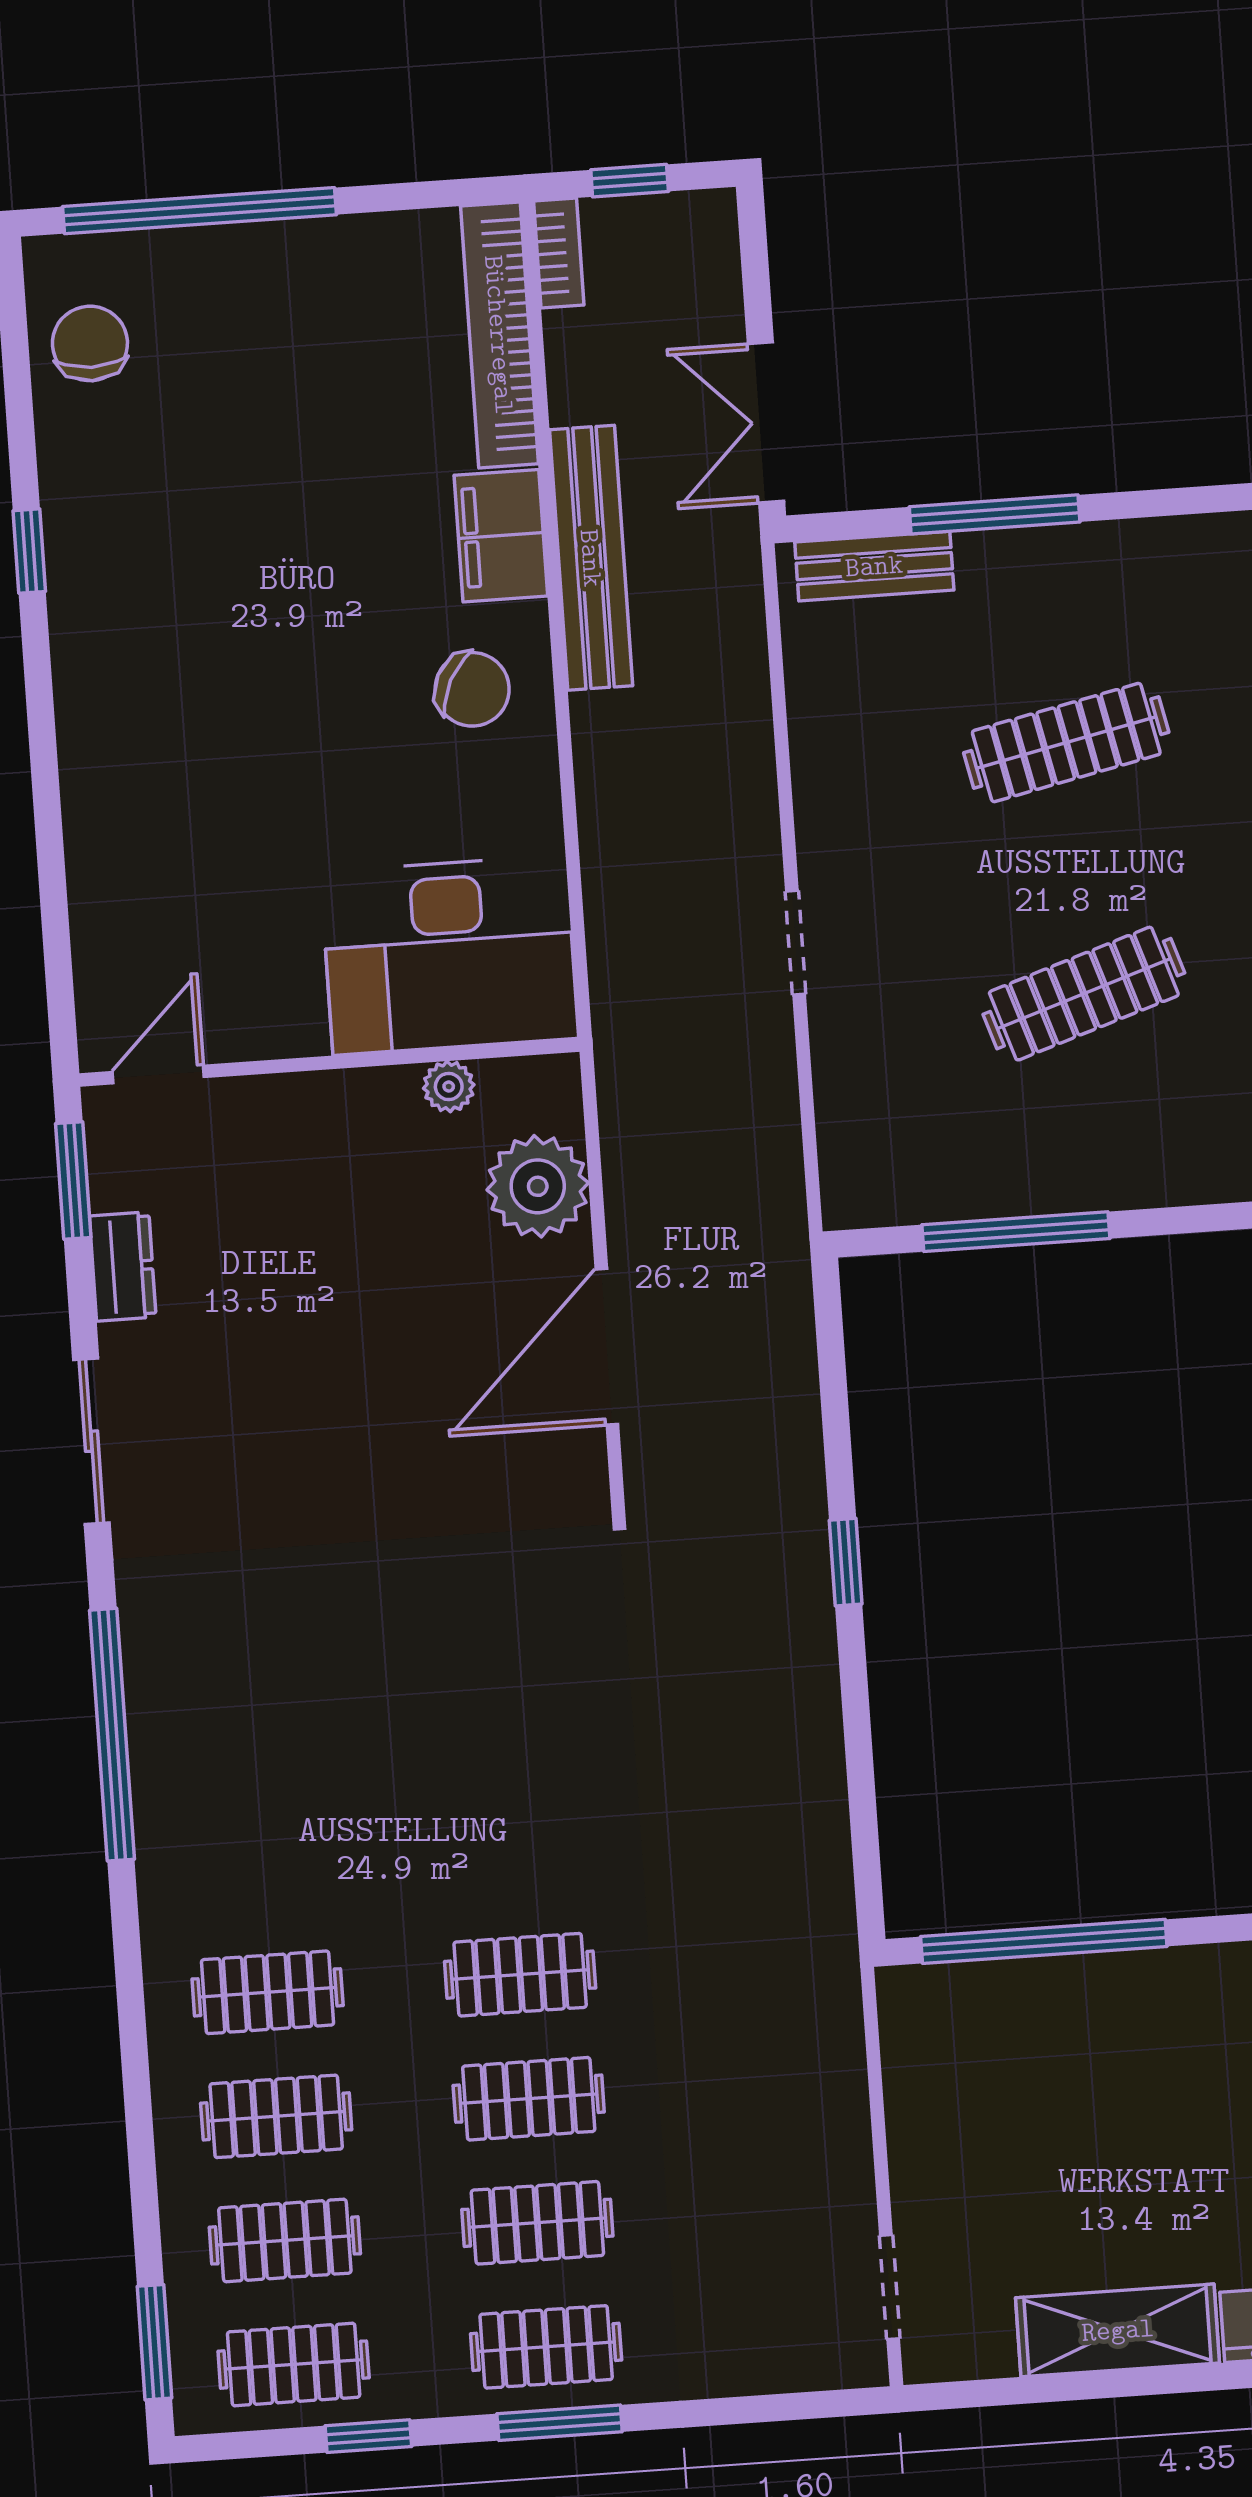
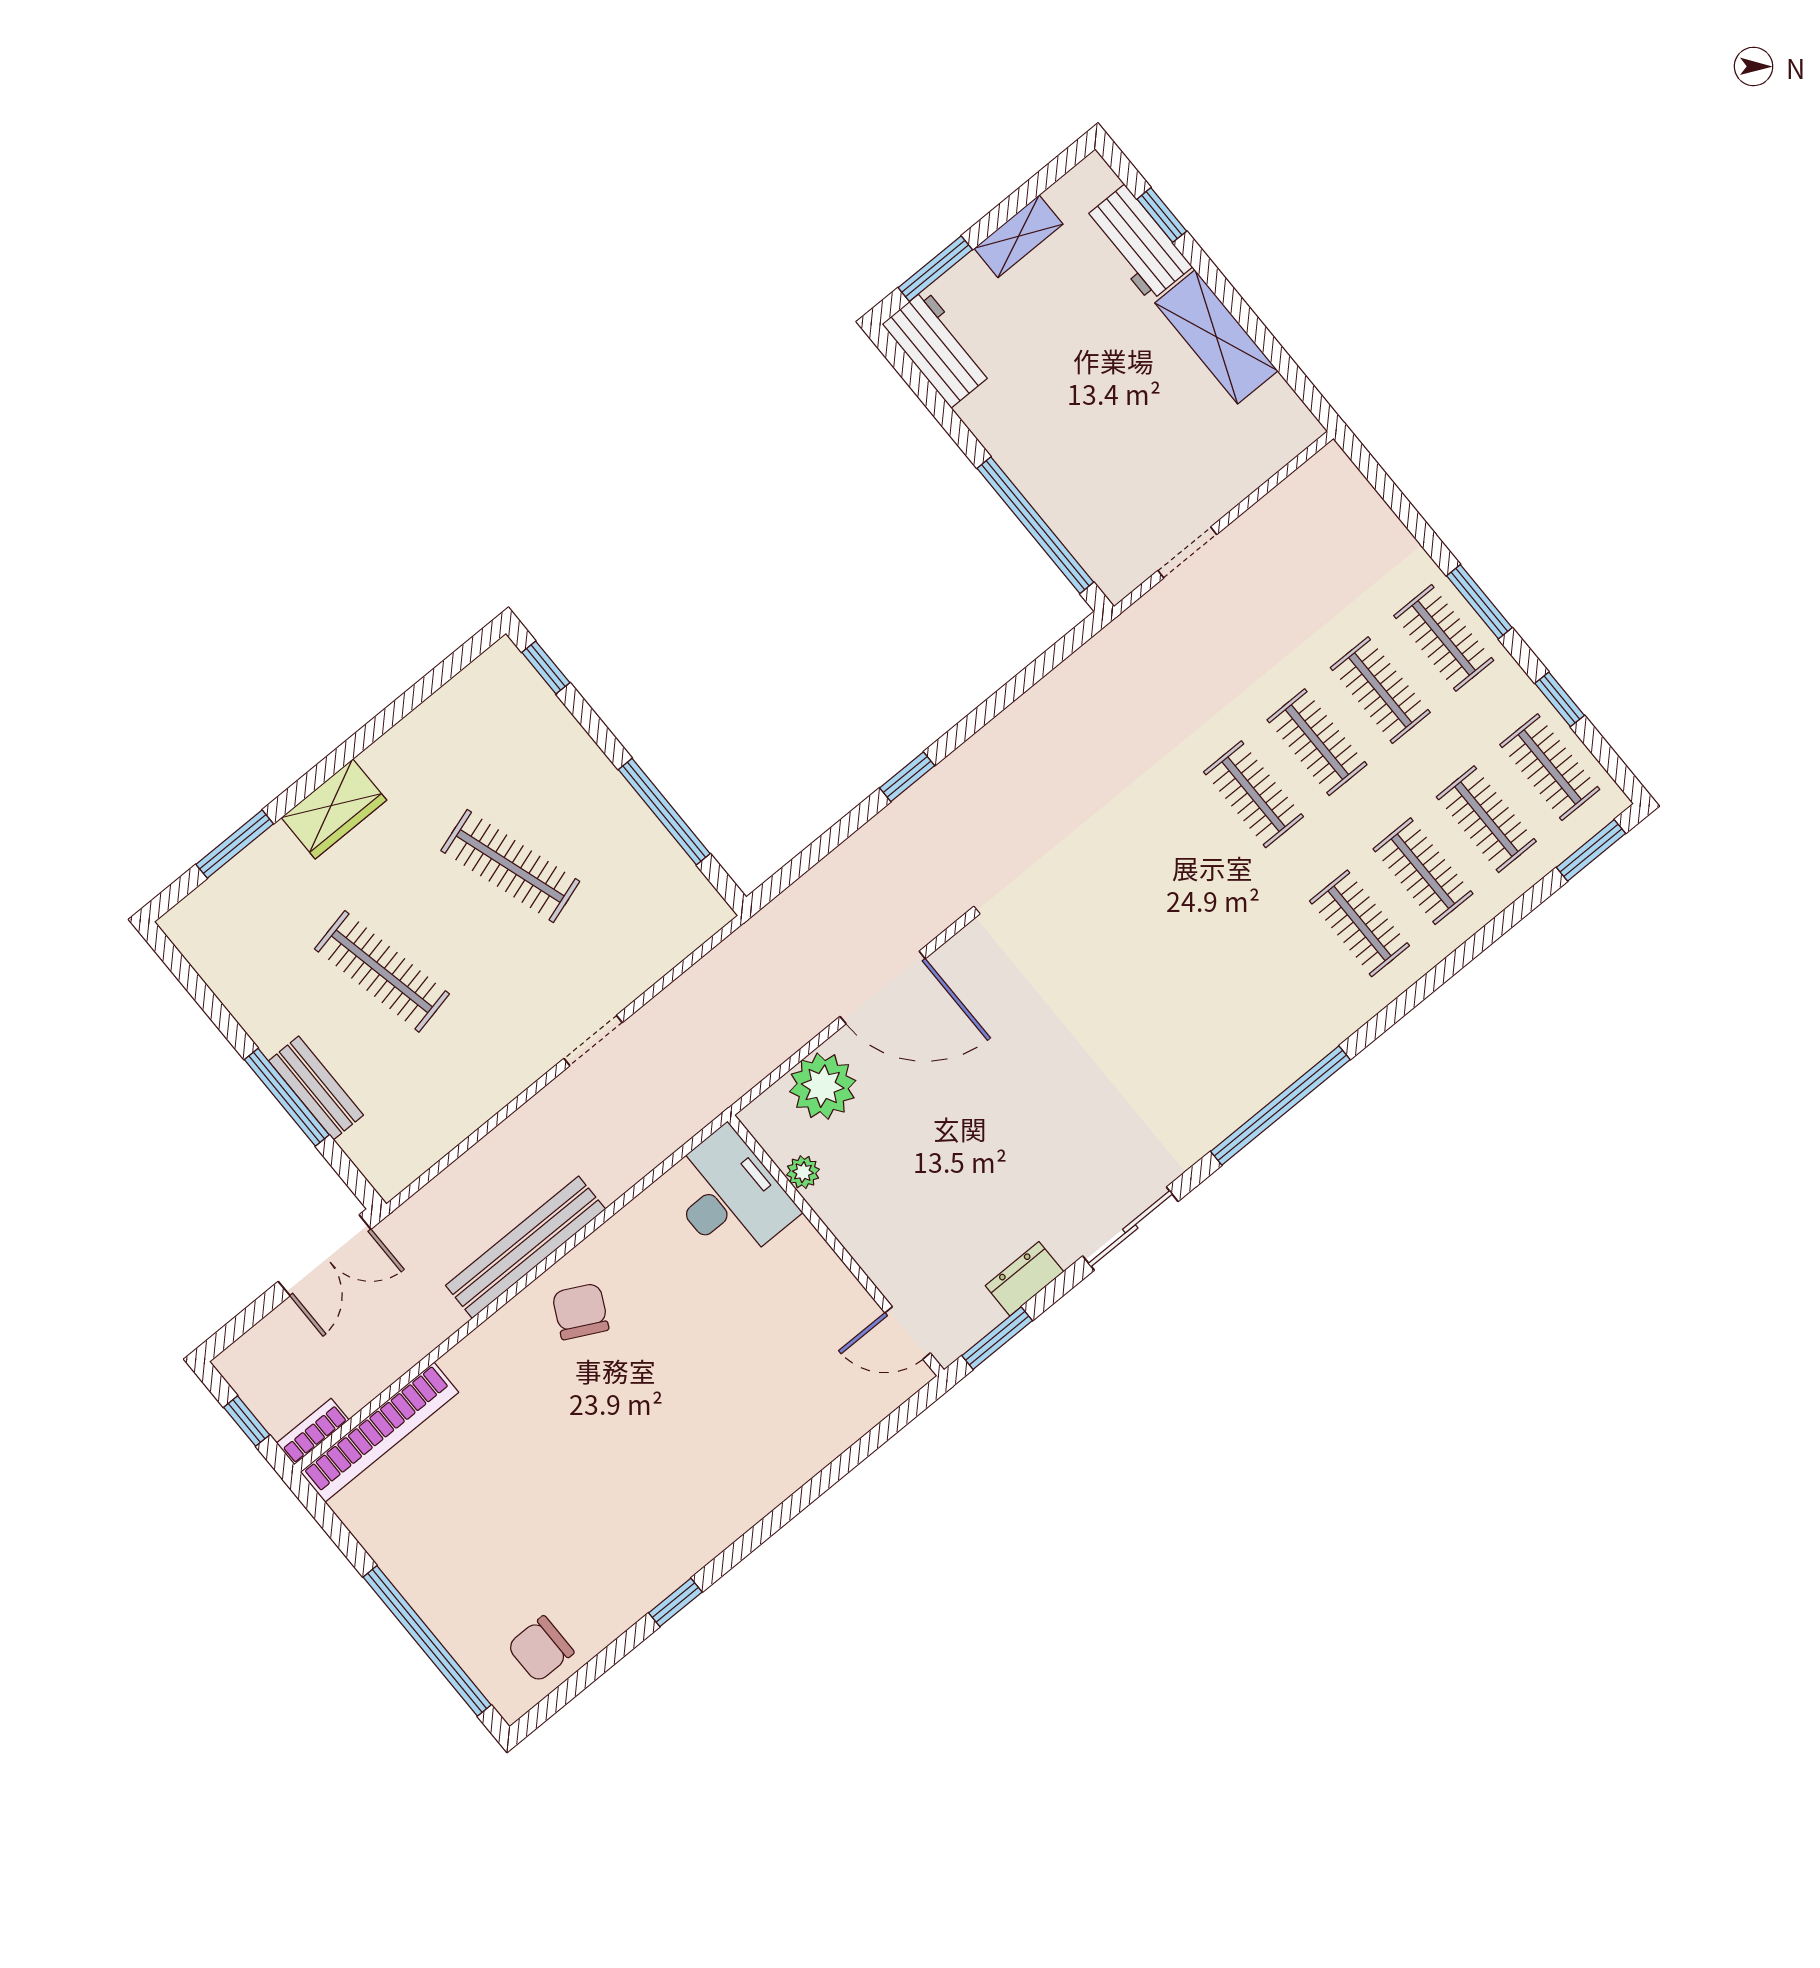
filing cabinet: (501, 536) -> (487, 1355), removed
bench: (591, 558) -> (526, 1247), moved
bench: (874, 566) -> (316, 1088), moved
desk: (449, 955) -> (729, 1196), width x0.73, depth x0.77
doorway: (890, 2287) -> (1187, 552), moved

